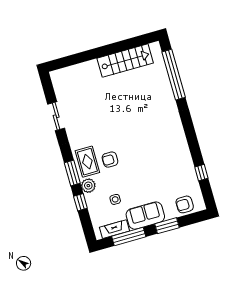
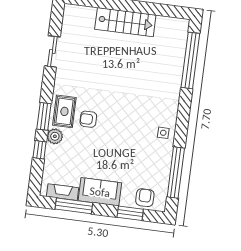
stairs: (125, 61) -> (125, 22), moved
window: (201, 173) -> (176, 172), width x3.17
side table: (115, 199) -> (163, 133), moved
armchair: (185, 204) -> (145, 198), turned 90
window: (167, 226) -> (130, 213), moved

